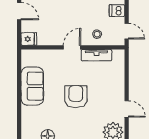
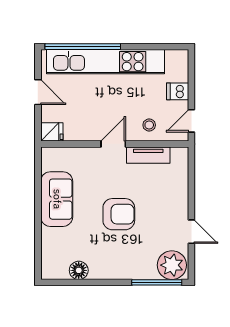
door: (127, 31) -> (191, 121), swing flipped
armchair: (76, 97) -> (119, 214), turned 90

